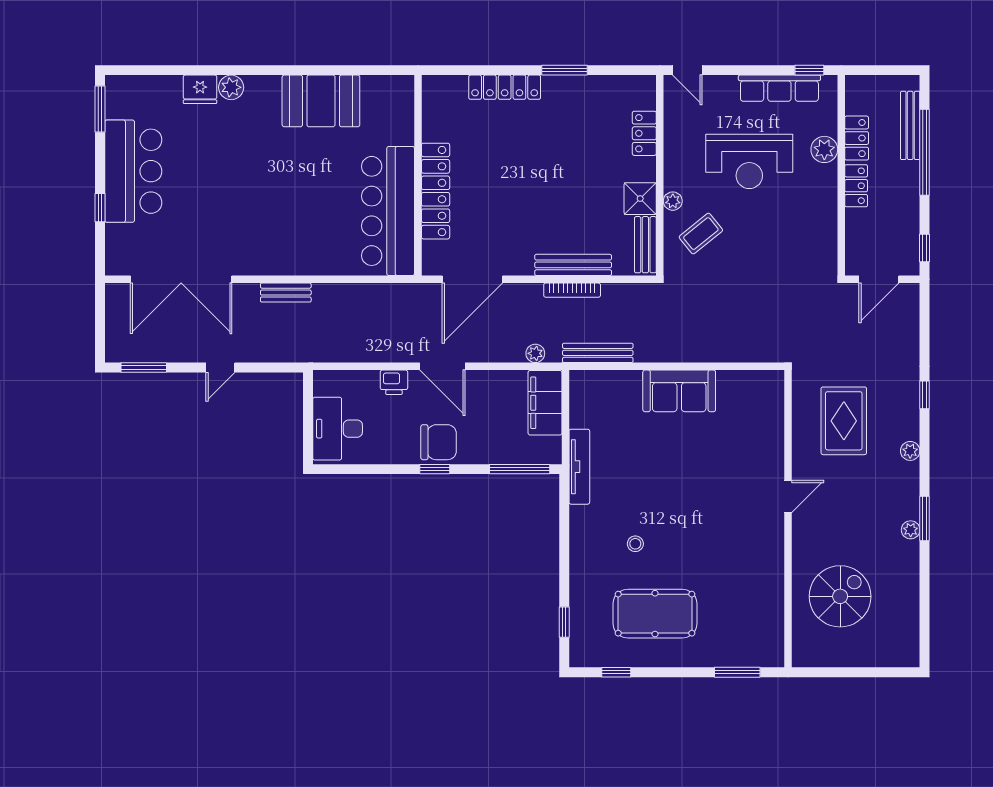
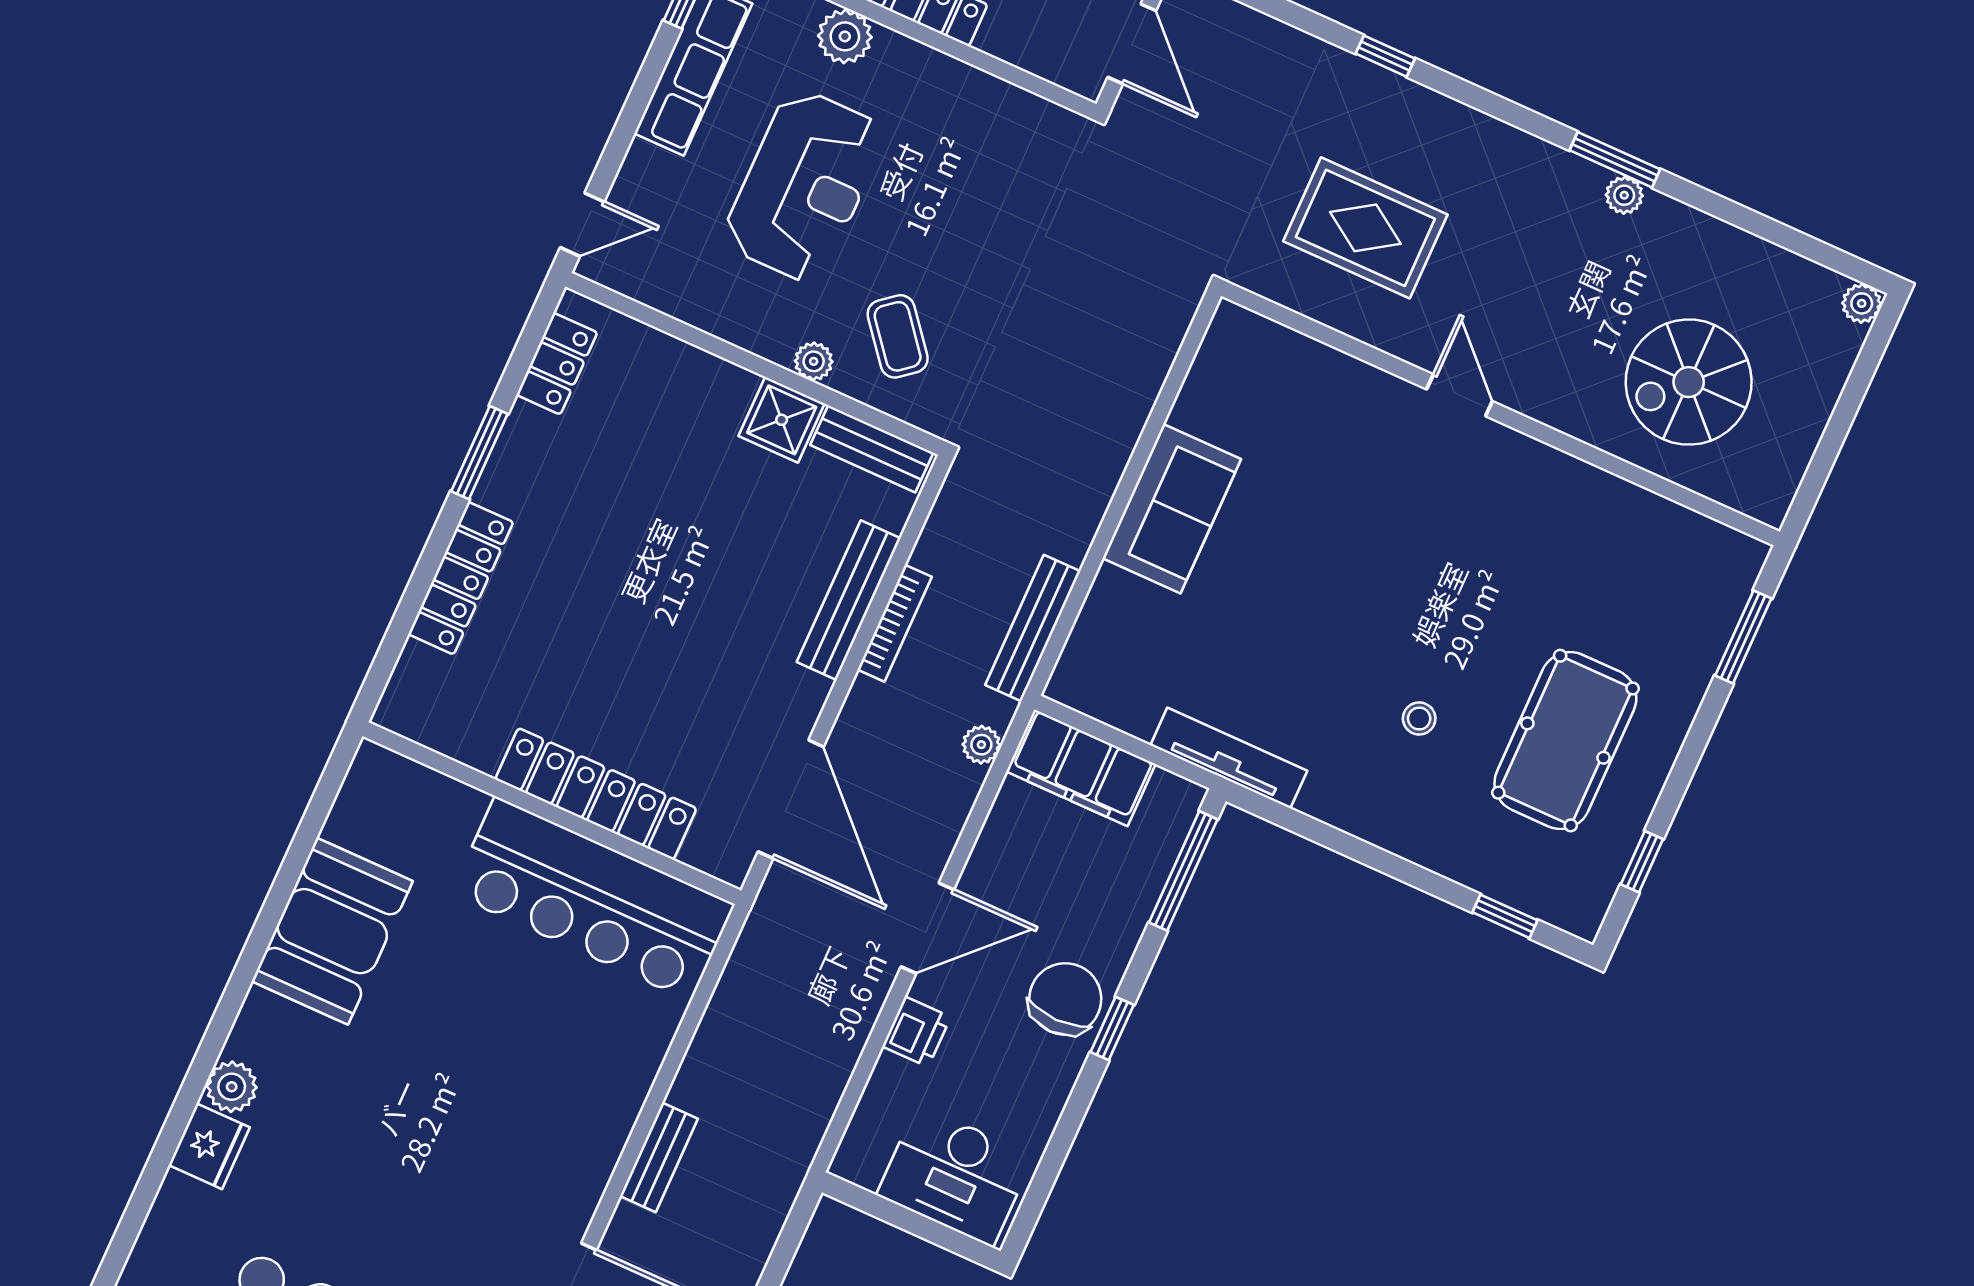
locker: (644, 133) -> (557, 364), moved, turned -90
plant: (910, 451) -> (1862, 303), moved
spiral stairs: (840, 596) -> (1689, 382), turned -90

